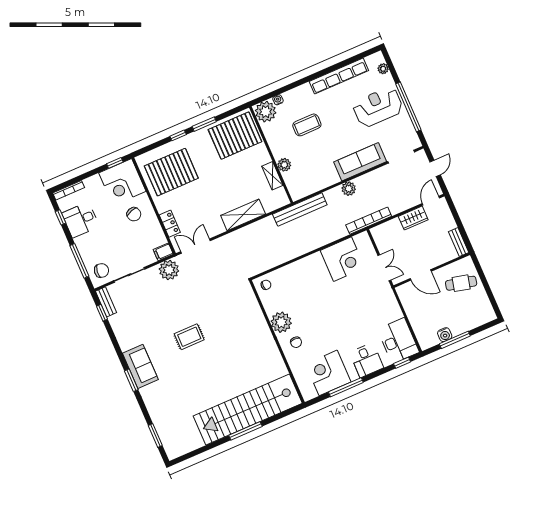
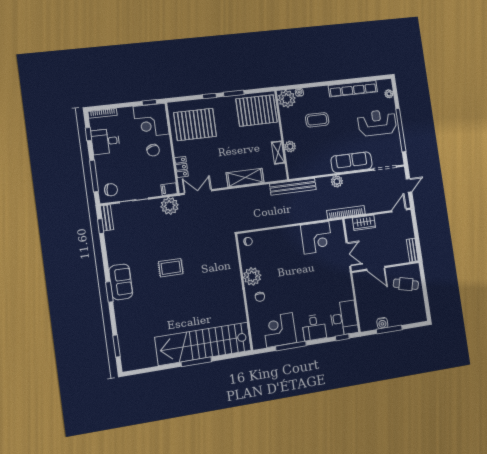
wardrobe: (413, 218) -> (364, 223), moved

